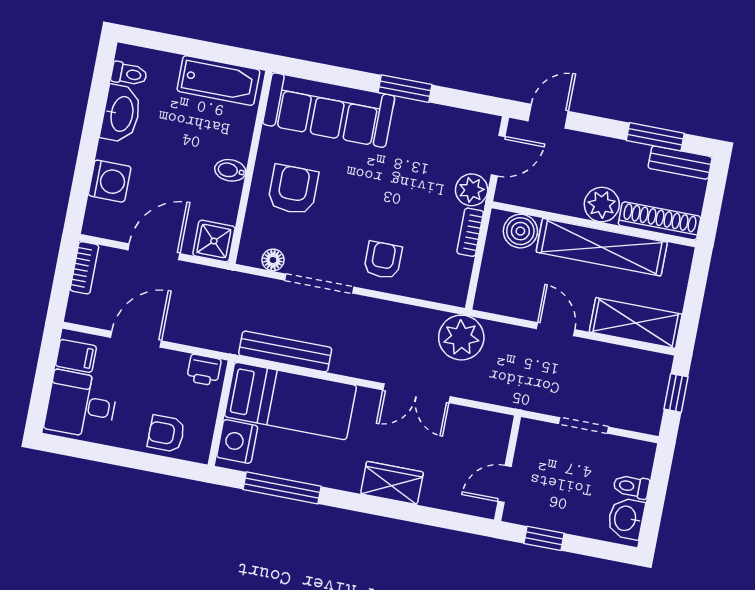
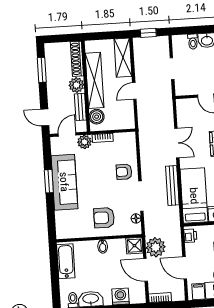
sofa: (329, 110) -> (64, 182), moved
door: (498, 156) -> (67, 134), hinge flipped
bench: (680, 163) -> (80, 107), moved
plant: (461, 338) -> (156, 247), moved
bench: (285, 351) -> (172, 185), moved

